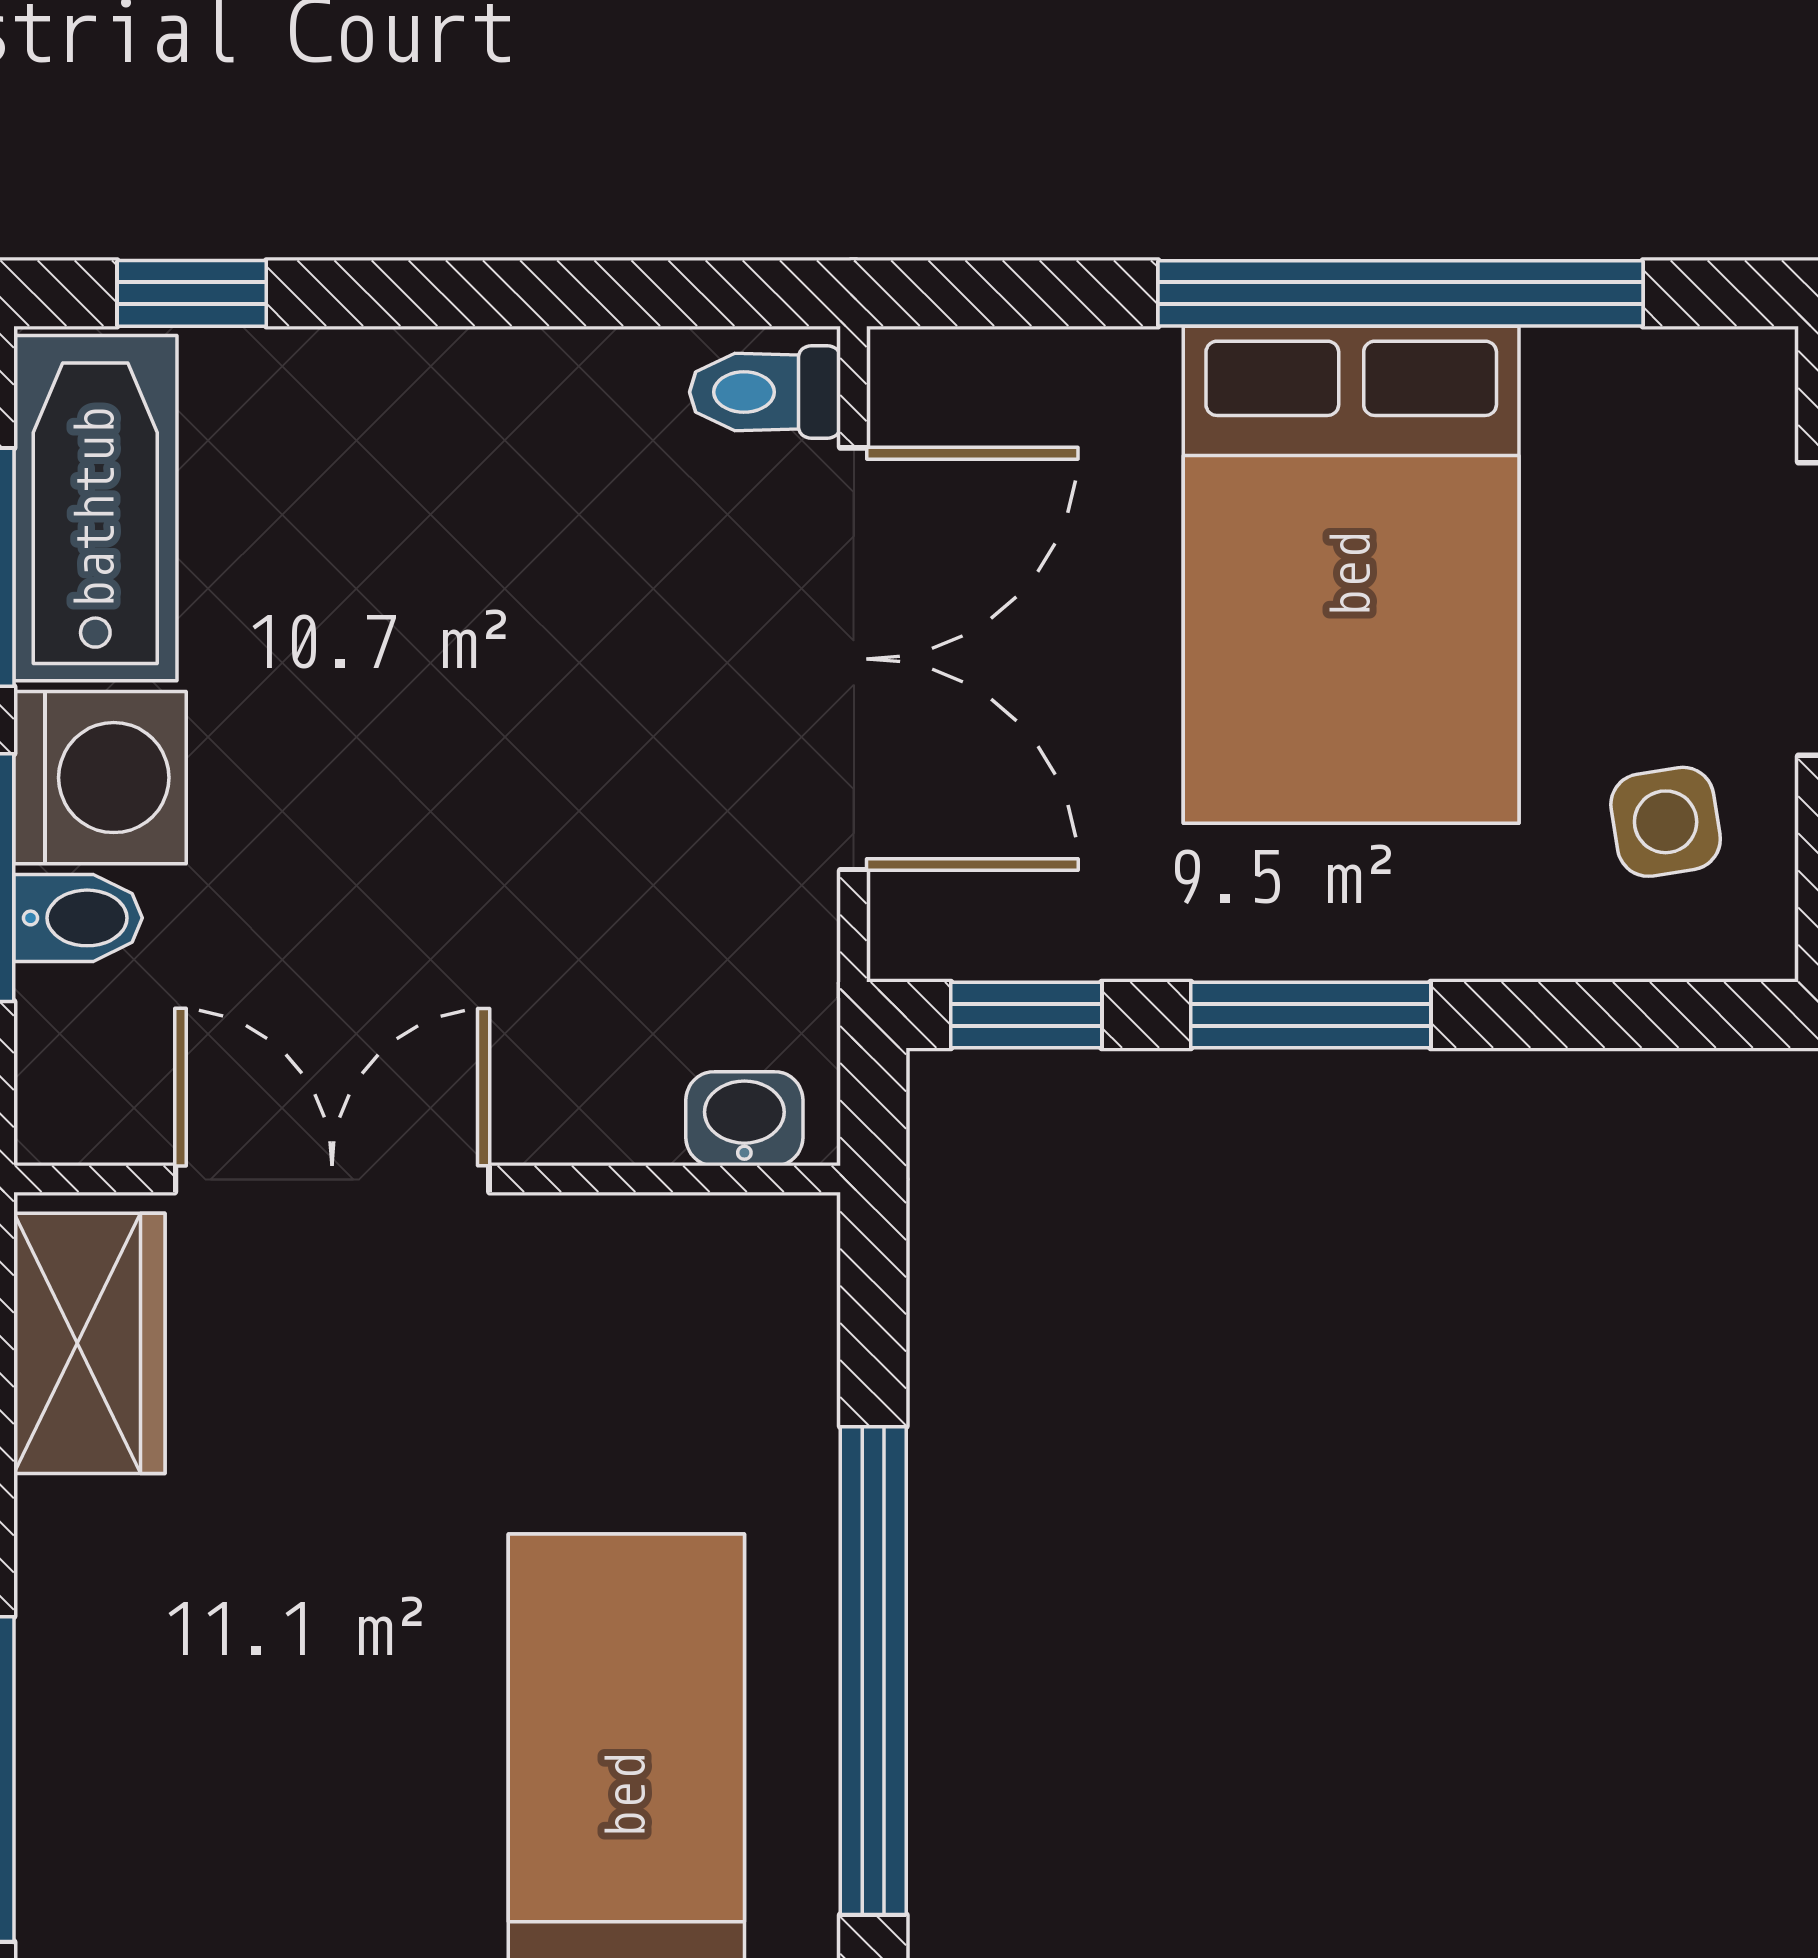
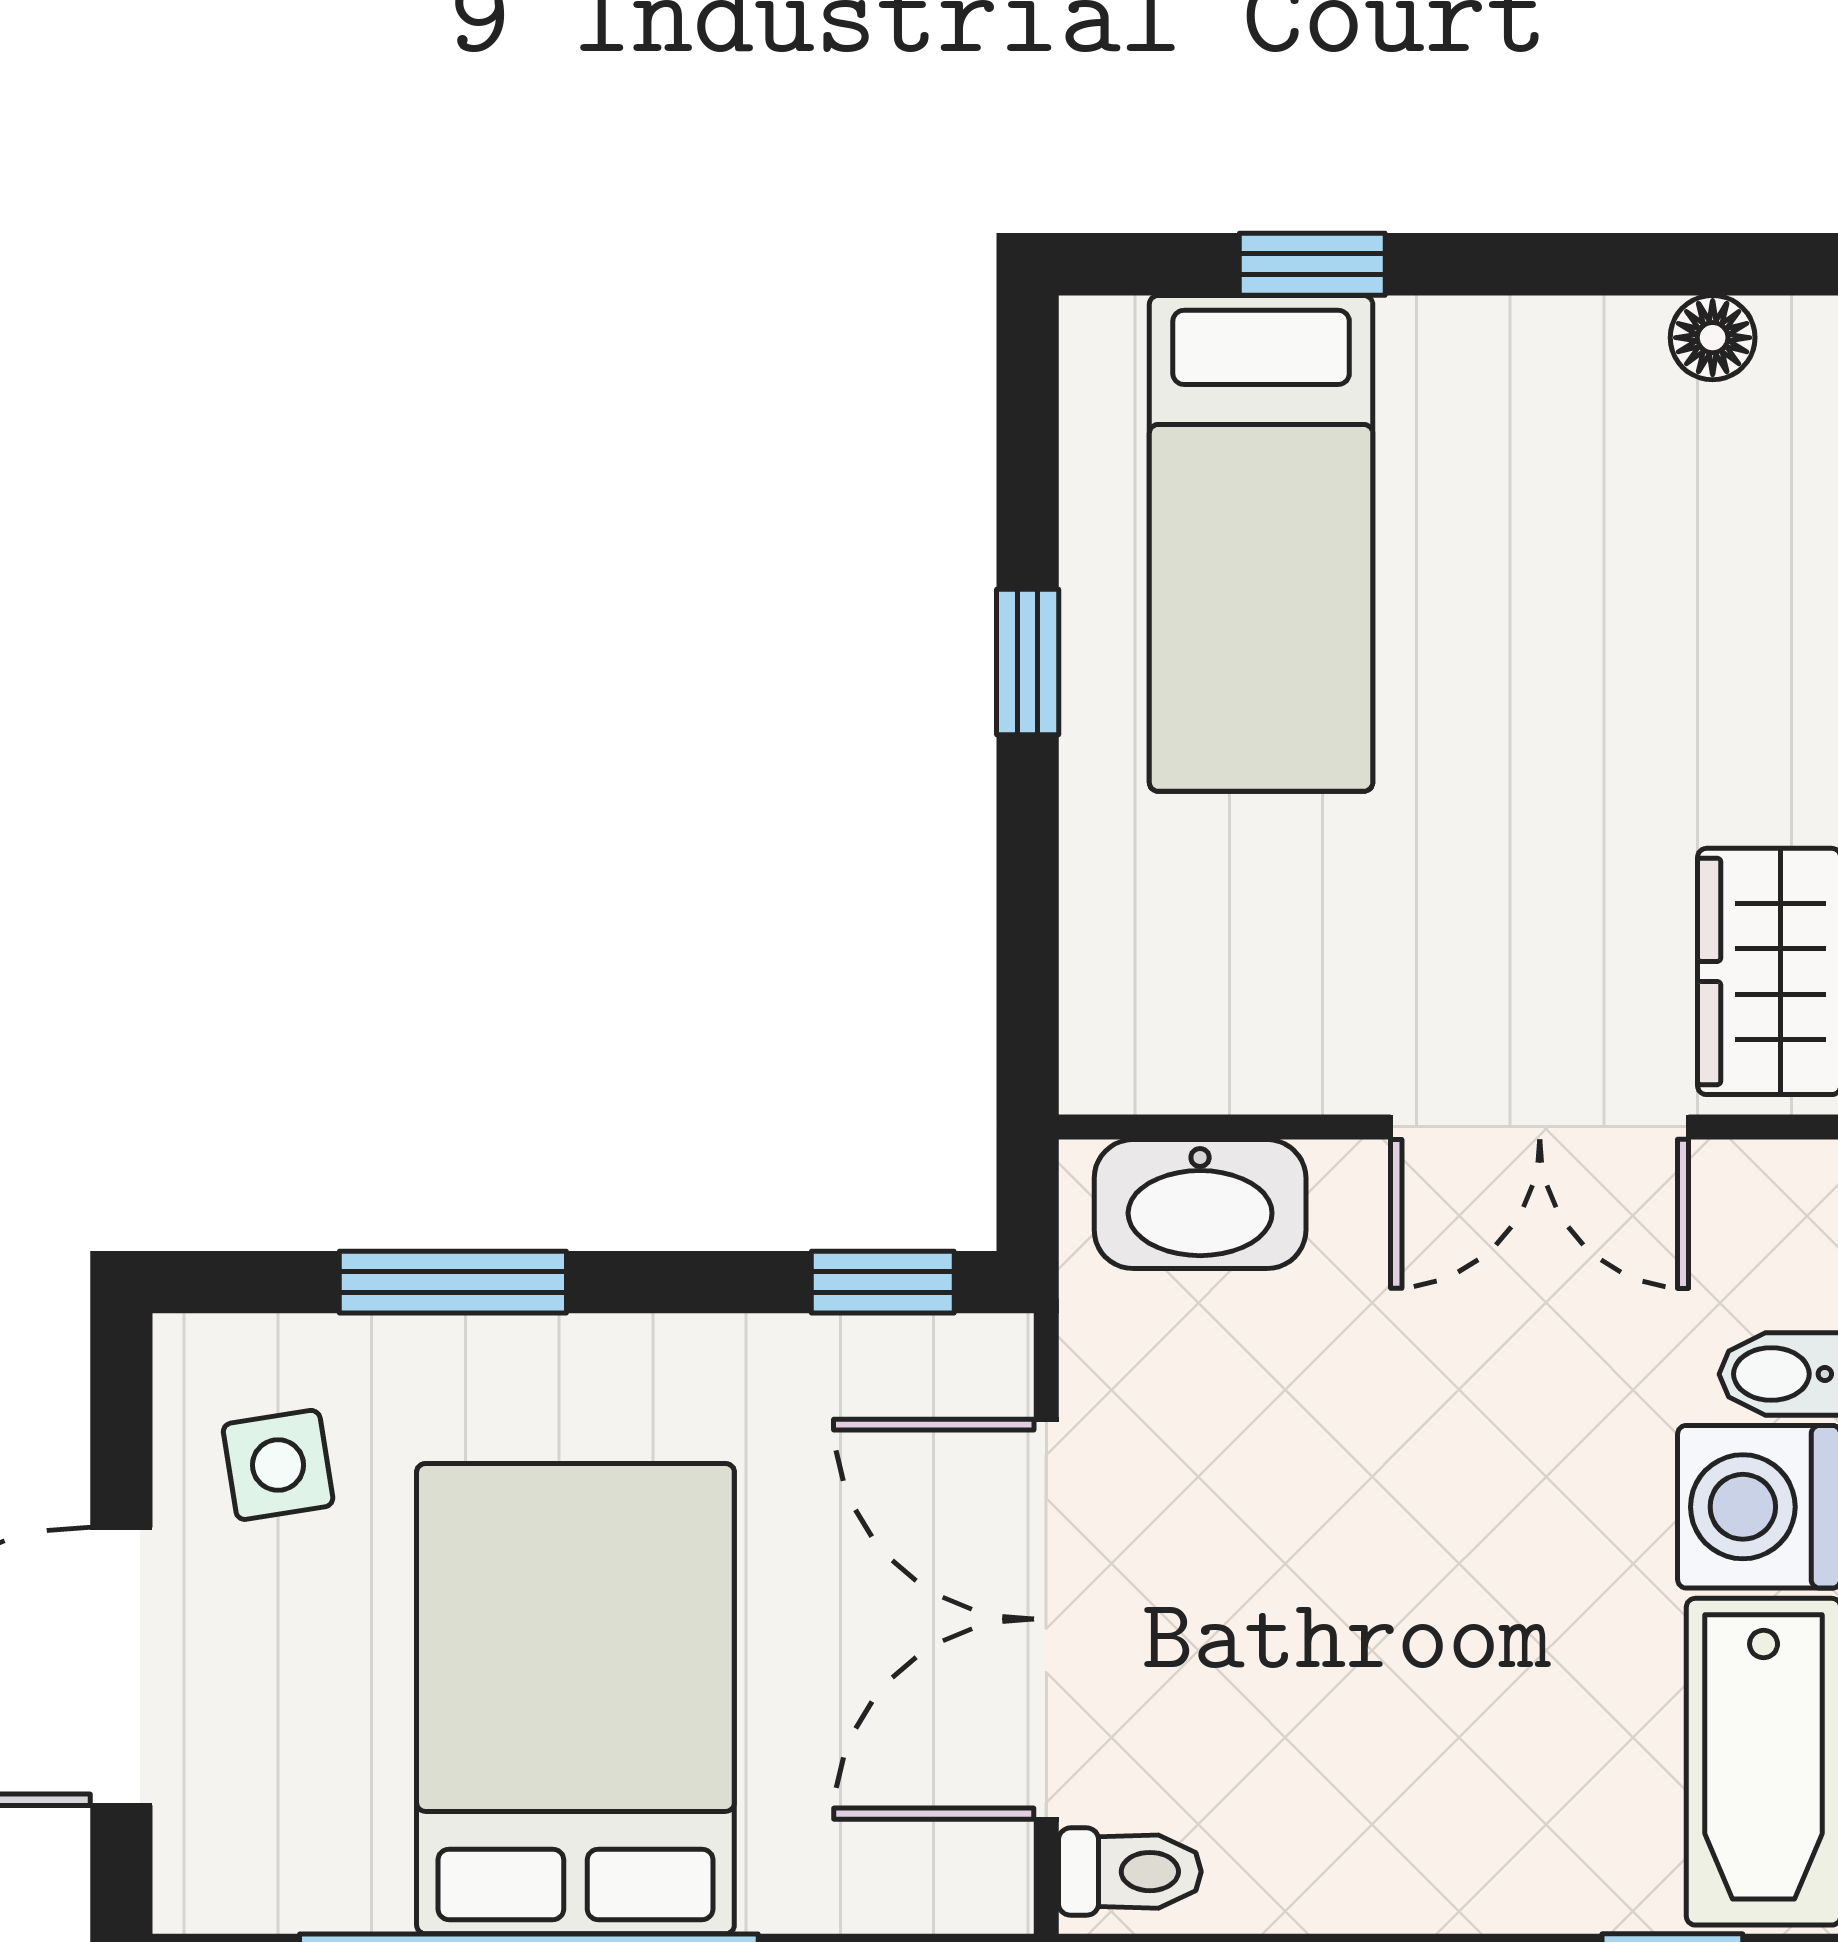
window: (1311, 1015) -> (453, 1282), moved
washbasin: (744, 1119) -> (1200, 1204), width x1.91, depth x1.45
window: (873, 1671) -> (1028, 662), width x0.32

